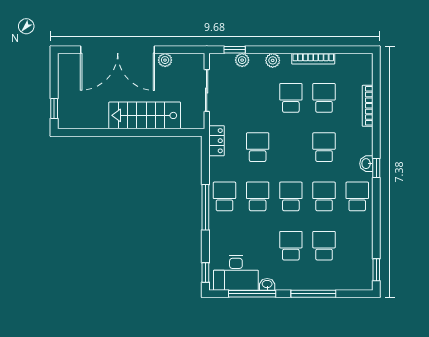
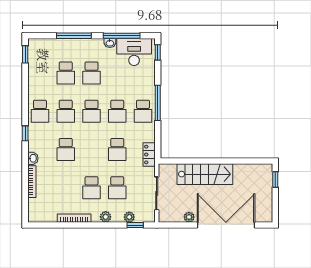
school desk: (324, 98) -> (117, 188), moved
washbasin: (366, 164) -> (33, 158), moved

